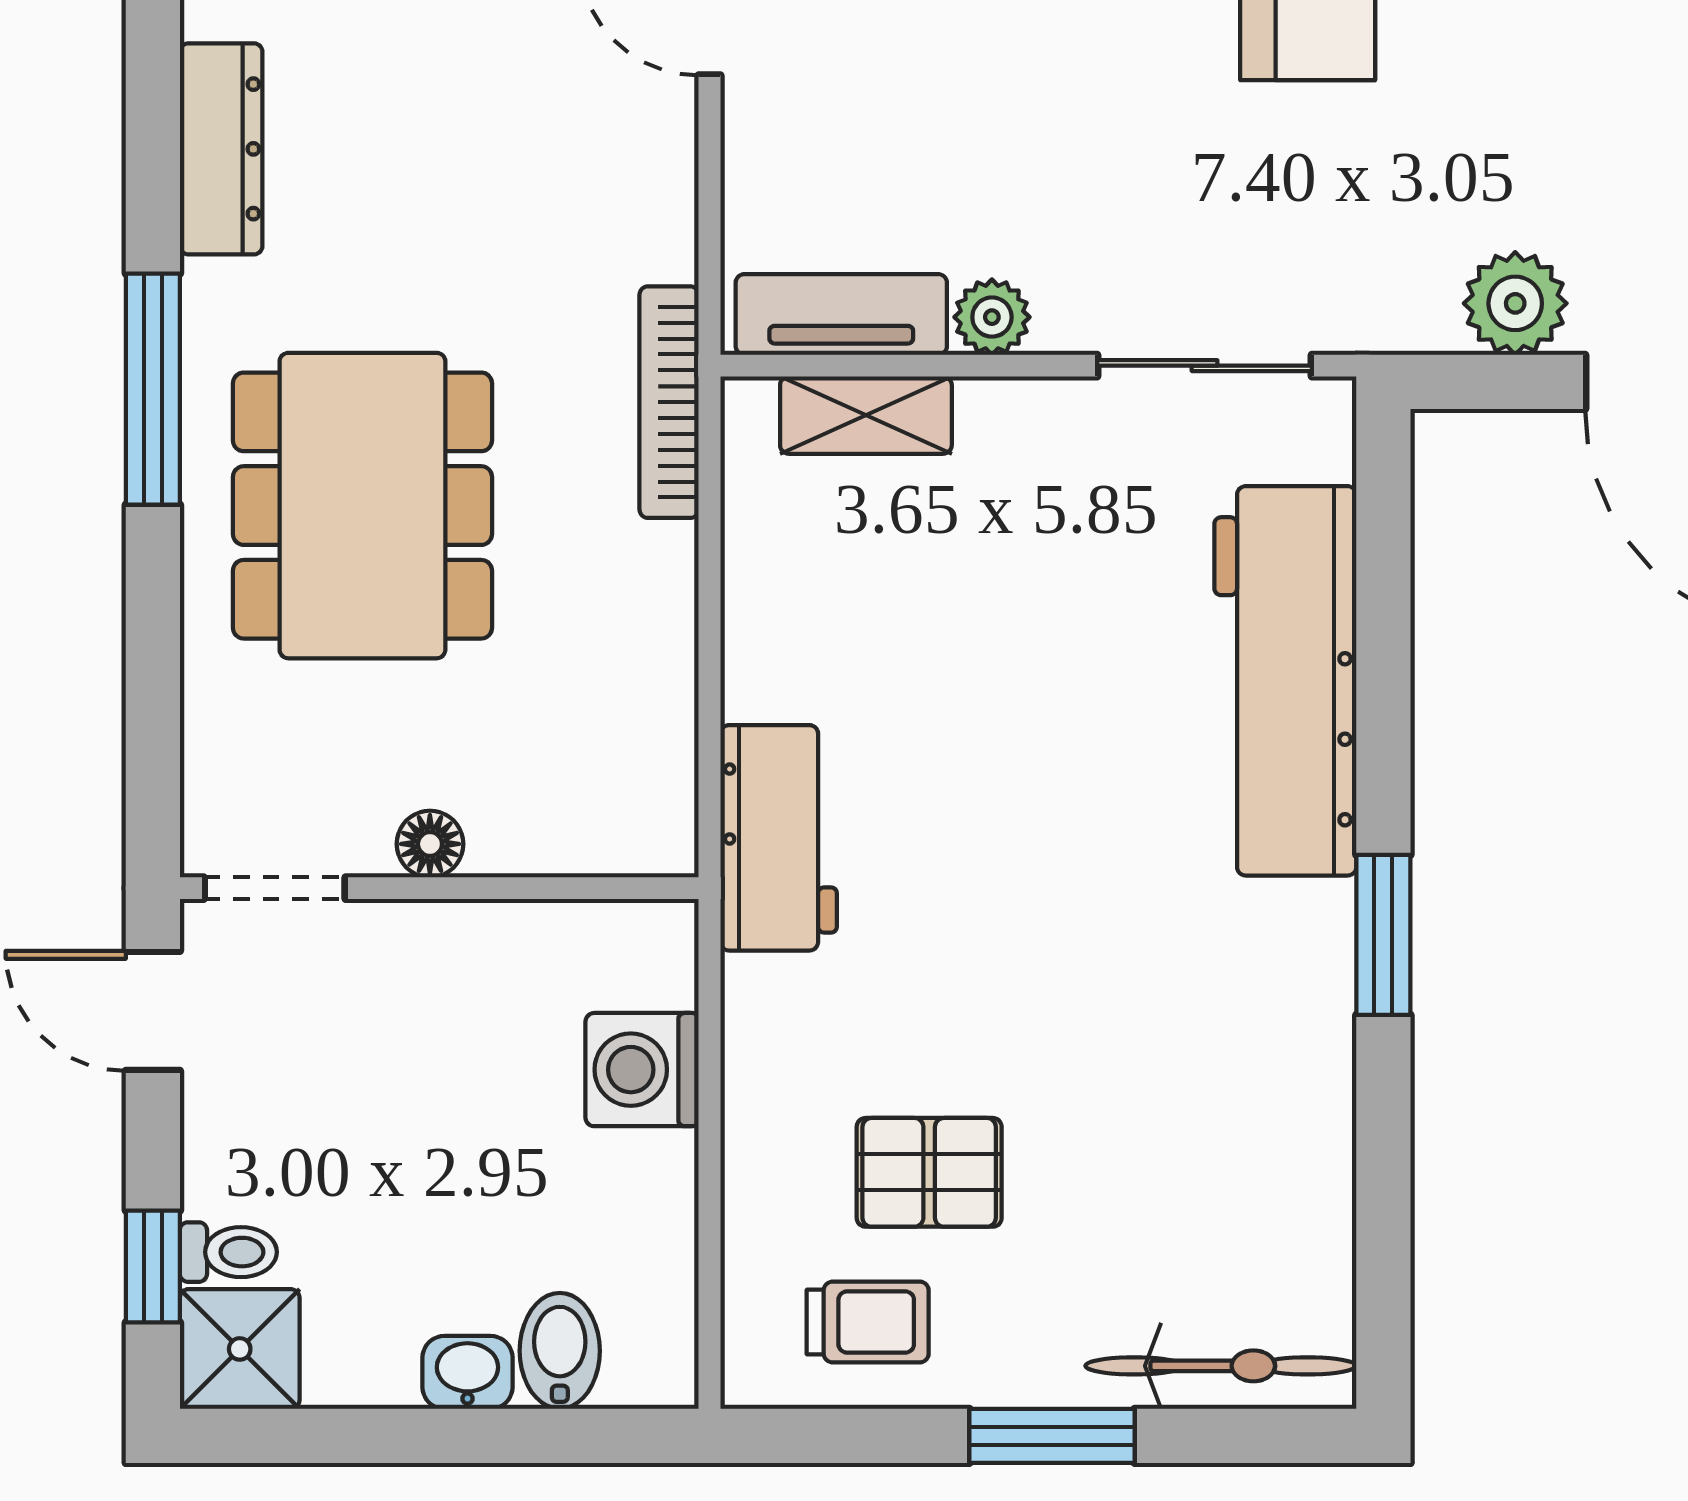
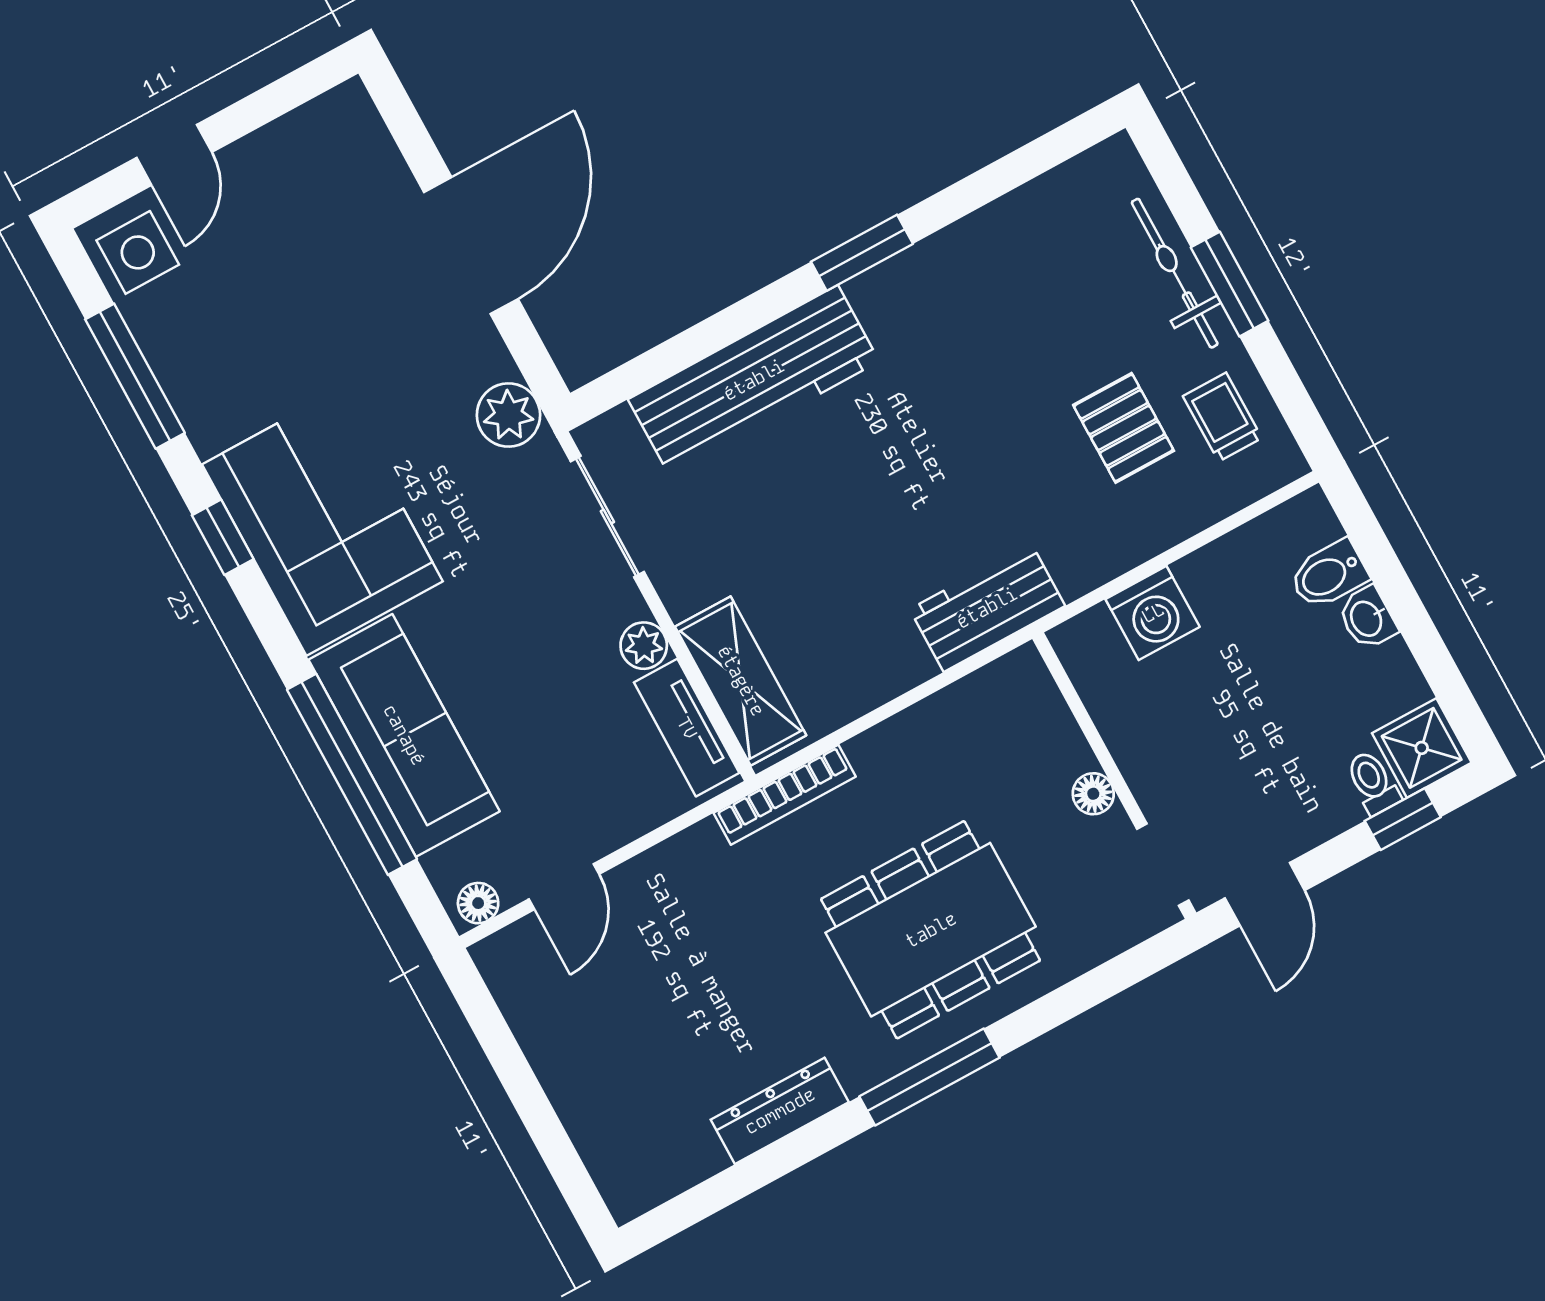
plant: (1515, 303) -> (508, 415), moved
shelving: (866, 415) -> (741, 681), width x1.50, depth x1.33
bicycle: (1221, 1366) -> (1175, 273), moved

